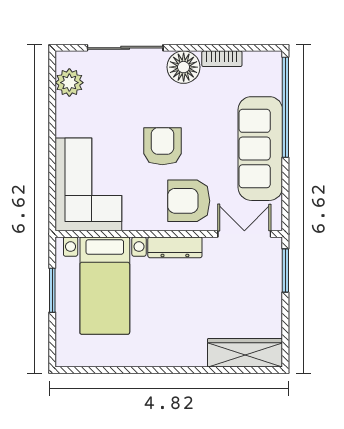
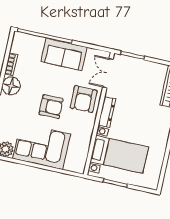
armchair: (162, 146) -> (51, 107), turned 180
sofa: (260, 149) -> (64, 54), width x0.73
corner sofa: (88, 184) -> (42, 146), moved

